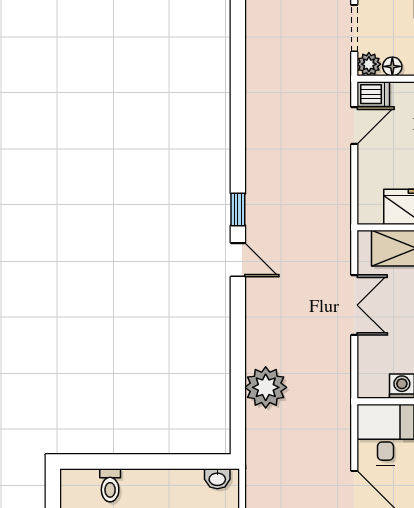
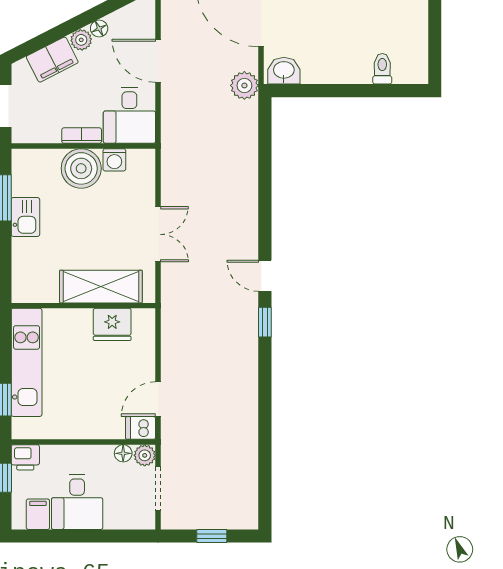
double door: (354, 305) -> (158, 234), swing flipped
plant: (266, 387) -> (244, 85), moved, width x0.73, depth x0.73
washbasin: (217, 479) -> (284, 71), width x1.38, depth x1.45

